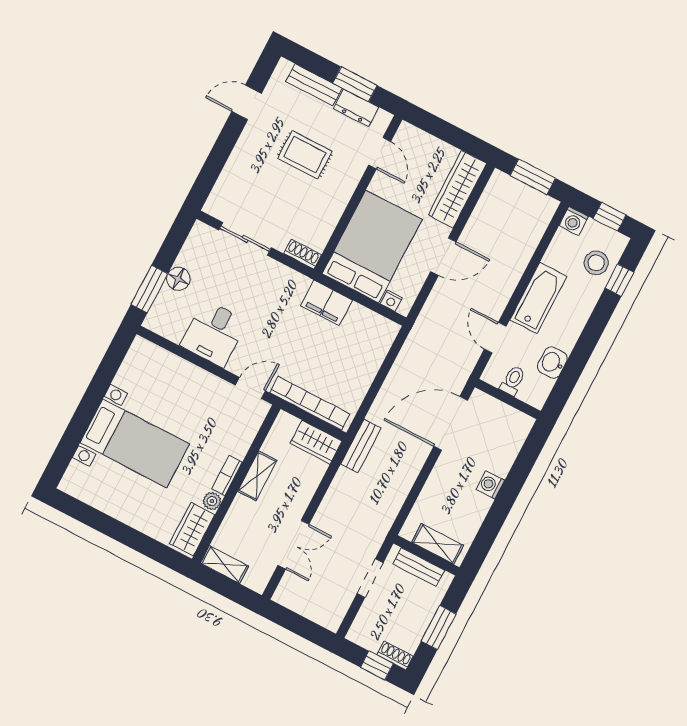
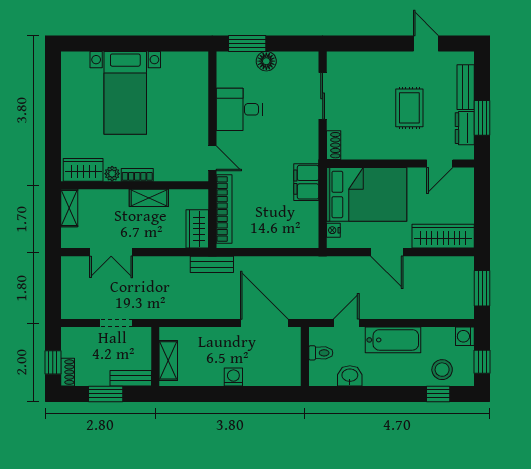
bench: (419, 567) -> (131, 378), moved, turned 90

